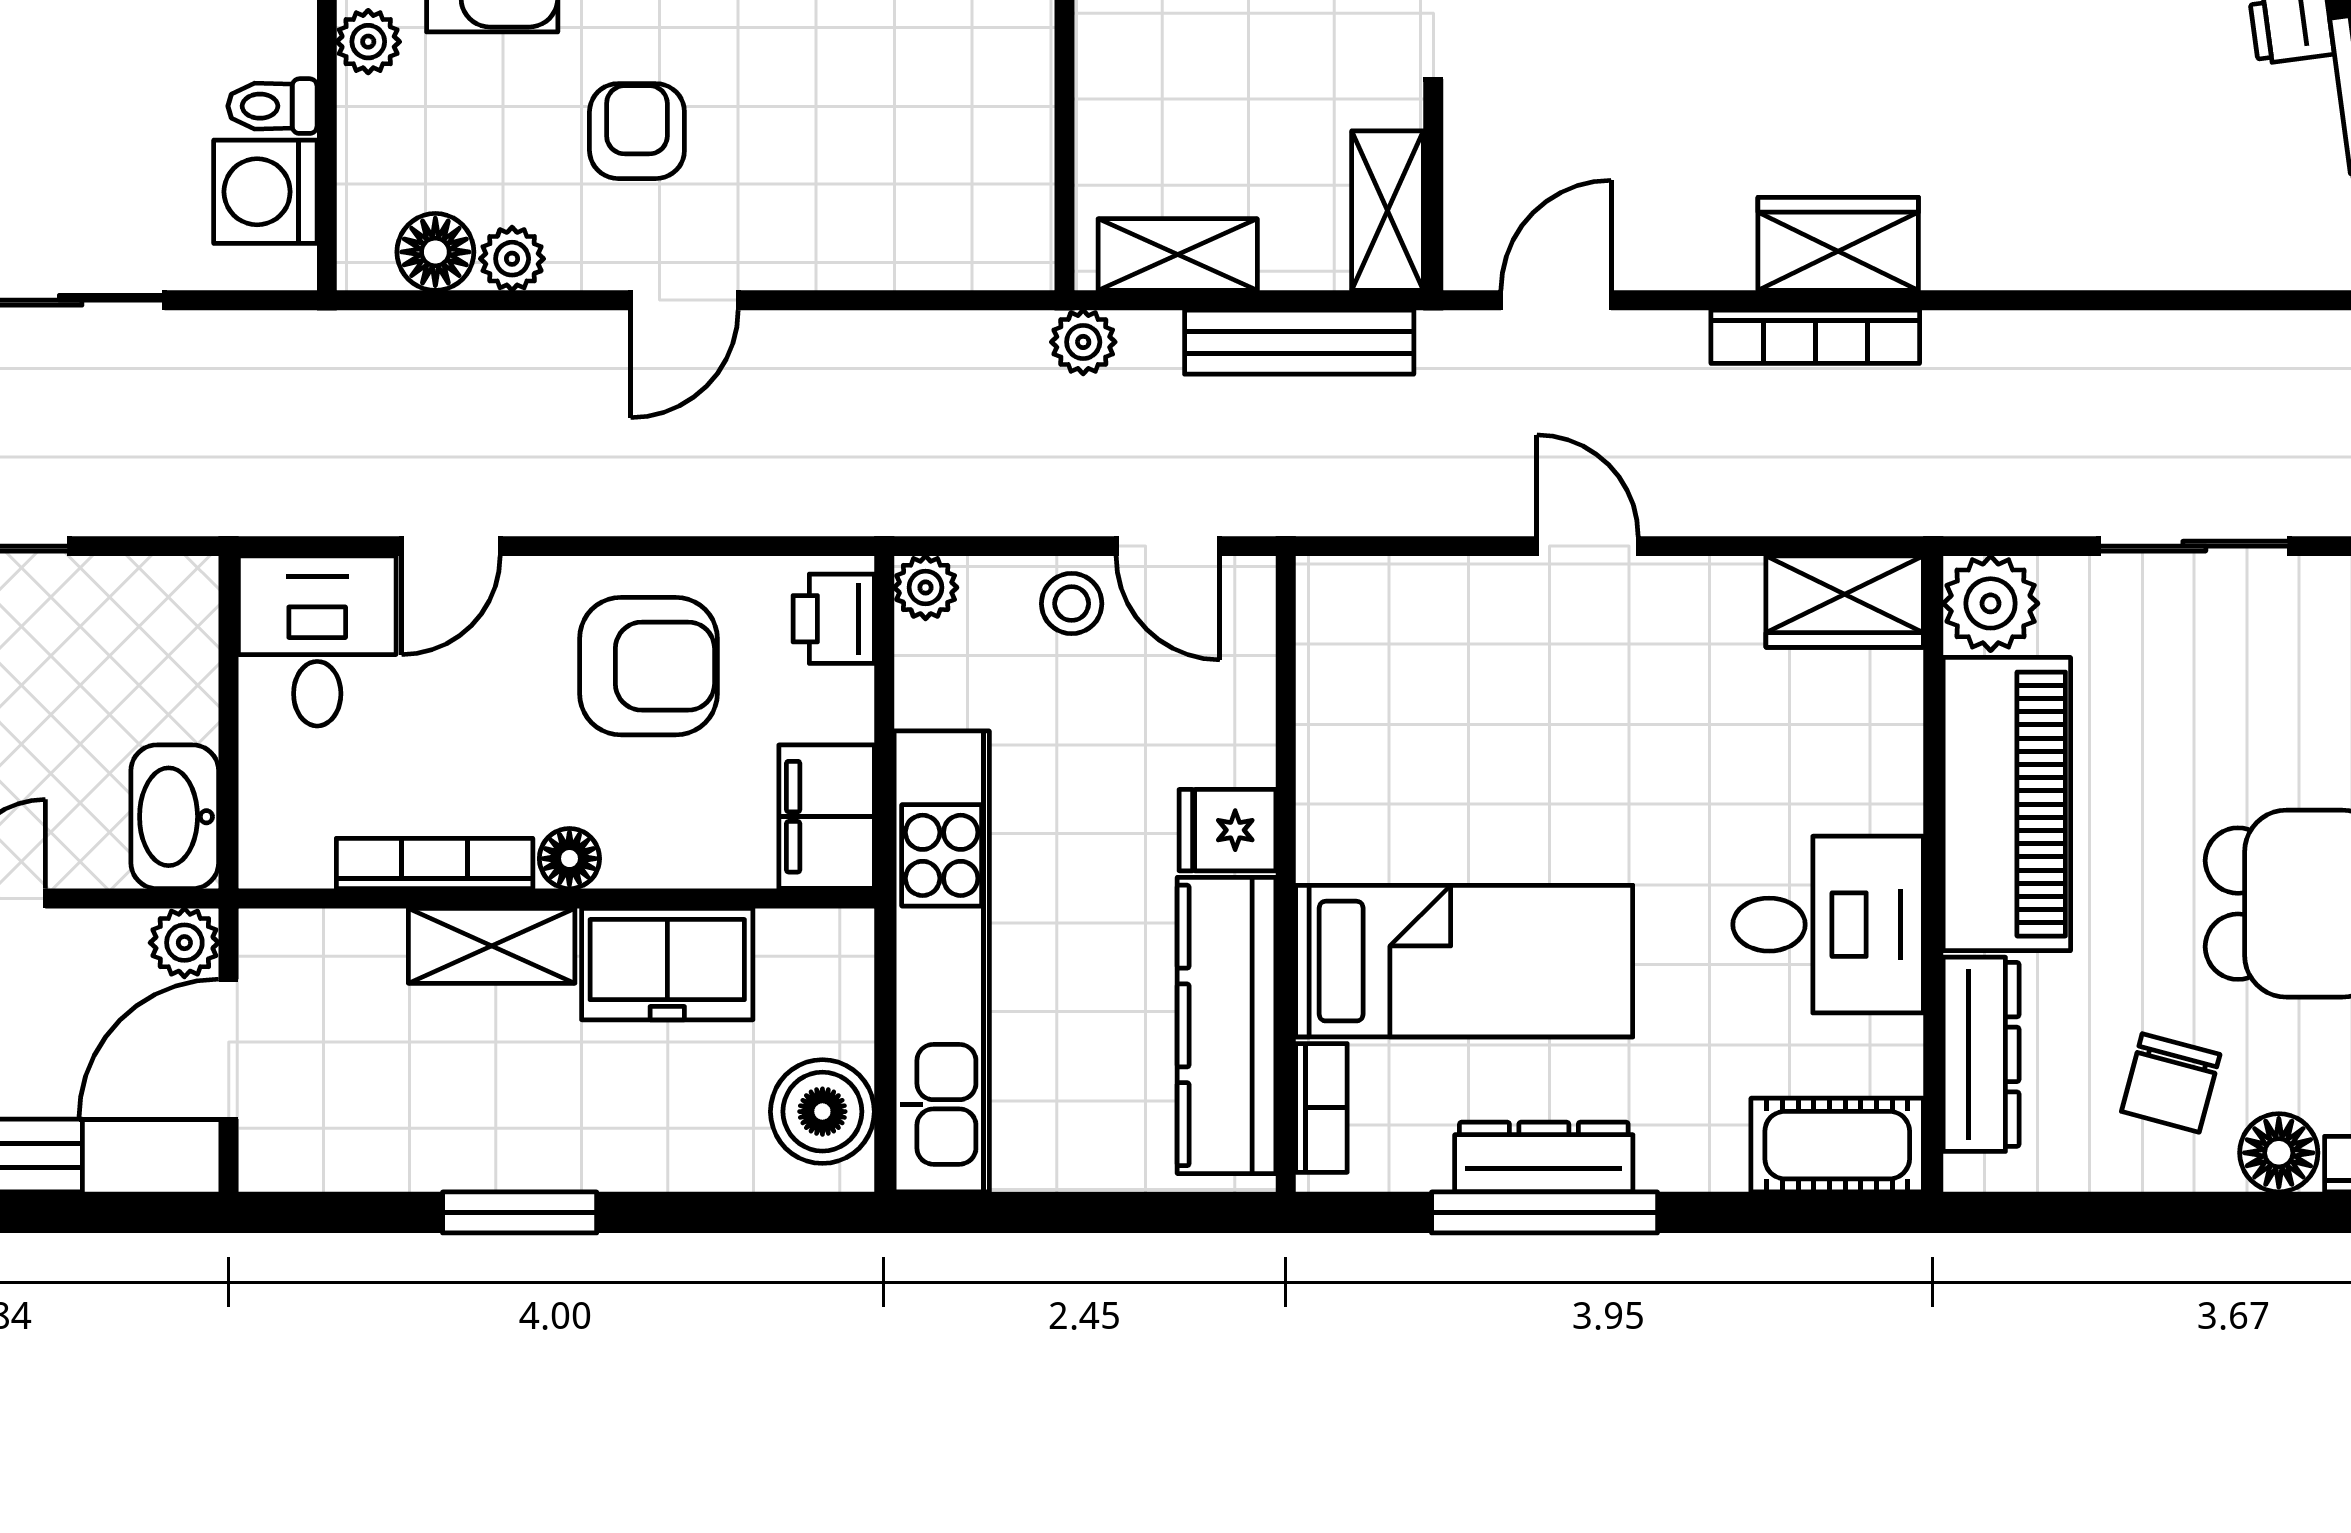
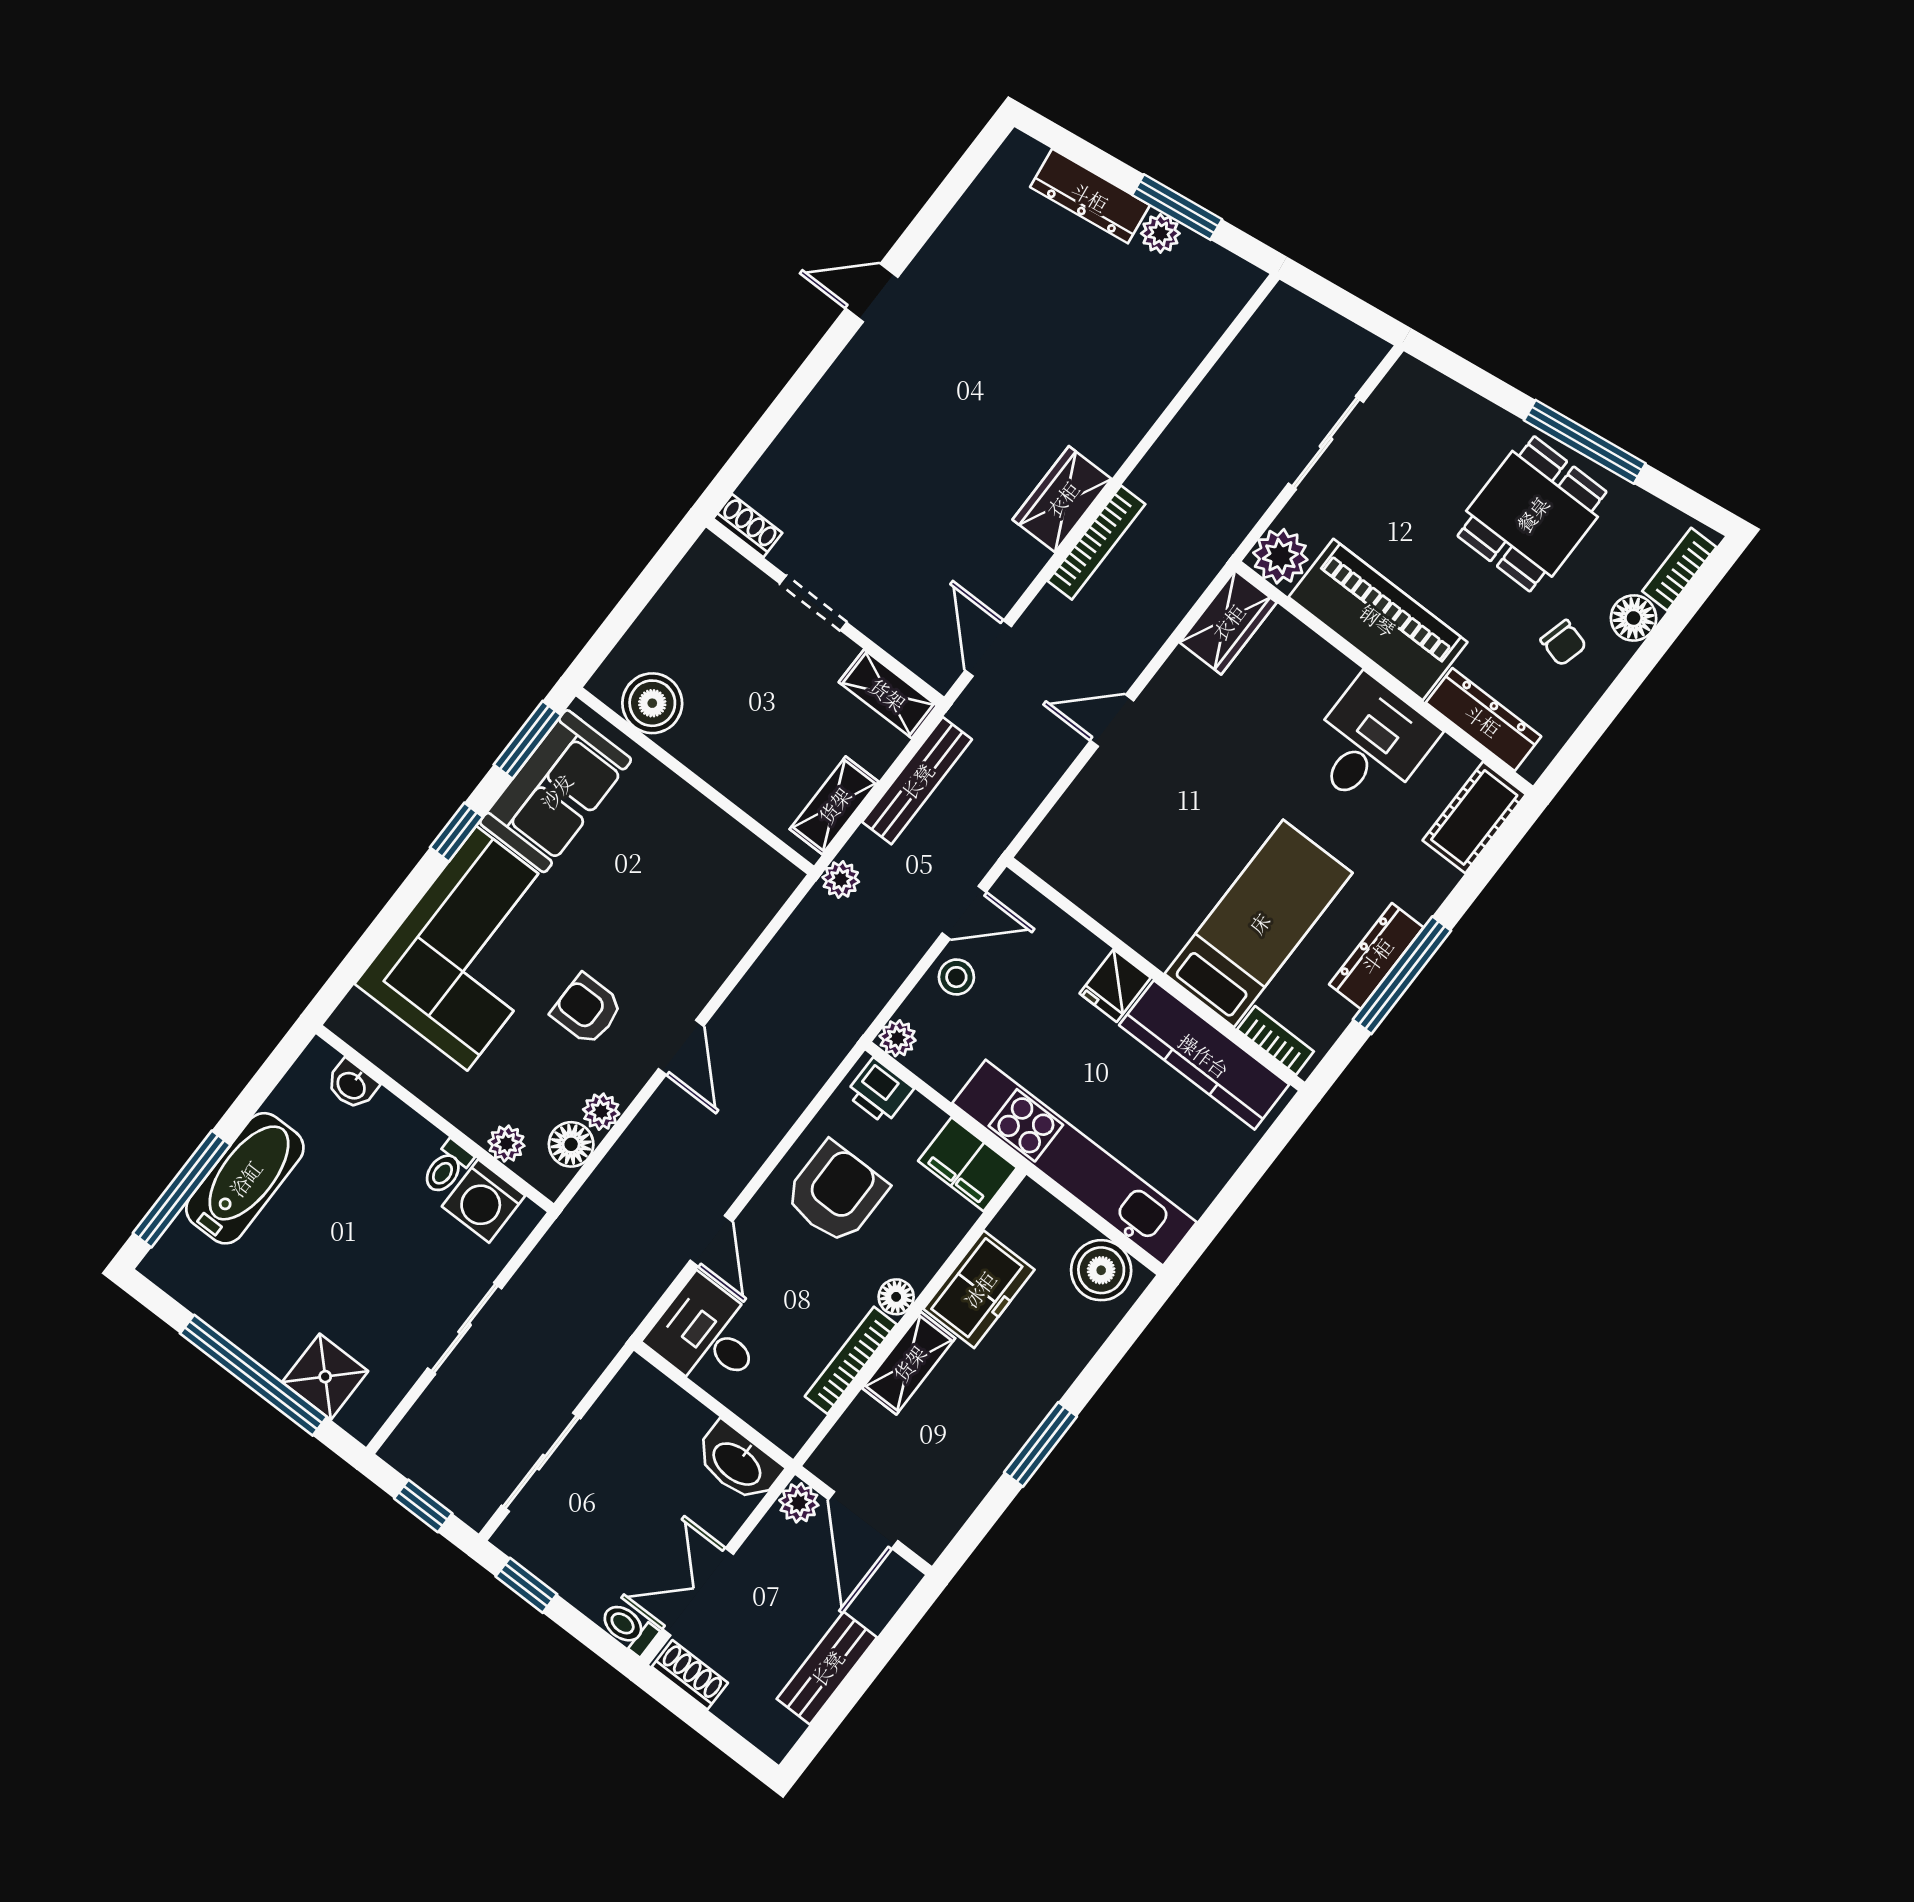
plant: (368, 42) -> (506, 1144), moved
plant: (2307, 98) -> (1160, 233), added
chair: (2171, 1083) -> (1563, 643), width x0.73, depth x0.73

